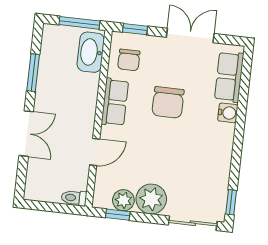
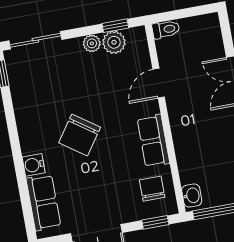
washbasin: (91, 52) -> (192, 196), width x0.52, depth x0.69
chair: (168, 102) -> (80, 135), moved, turned -145
plant: (151, 199) -> (92, 43), width x0.53, depth x0.53

